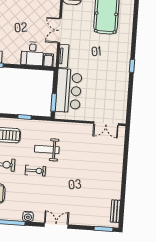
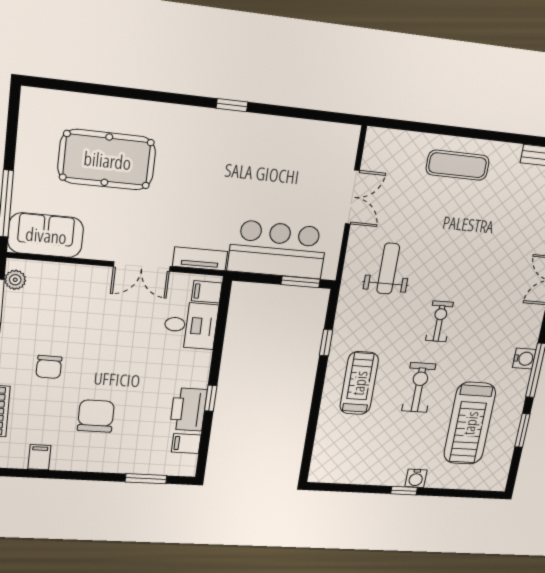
double door: (106, 124) -> (352, 197), moved
weight bench: (47, 149) -> (388, 269), moved, turned 180
exercise mat: (110, 170) -> (458, 165), added
water cooler: (28, 216) -> (524, 359), moved

